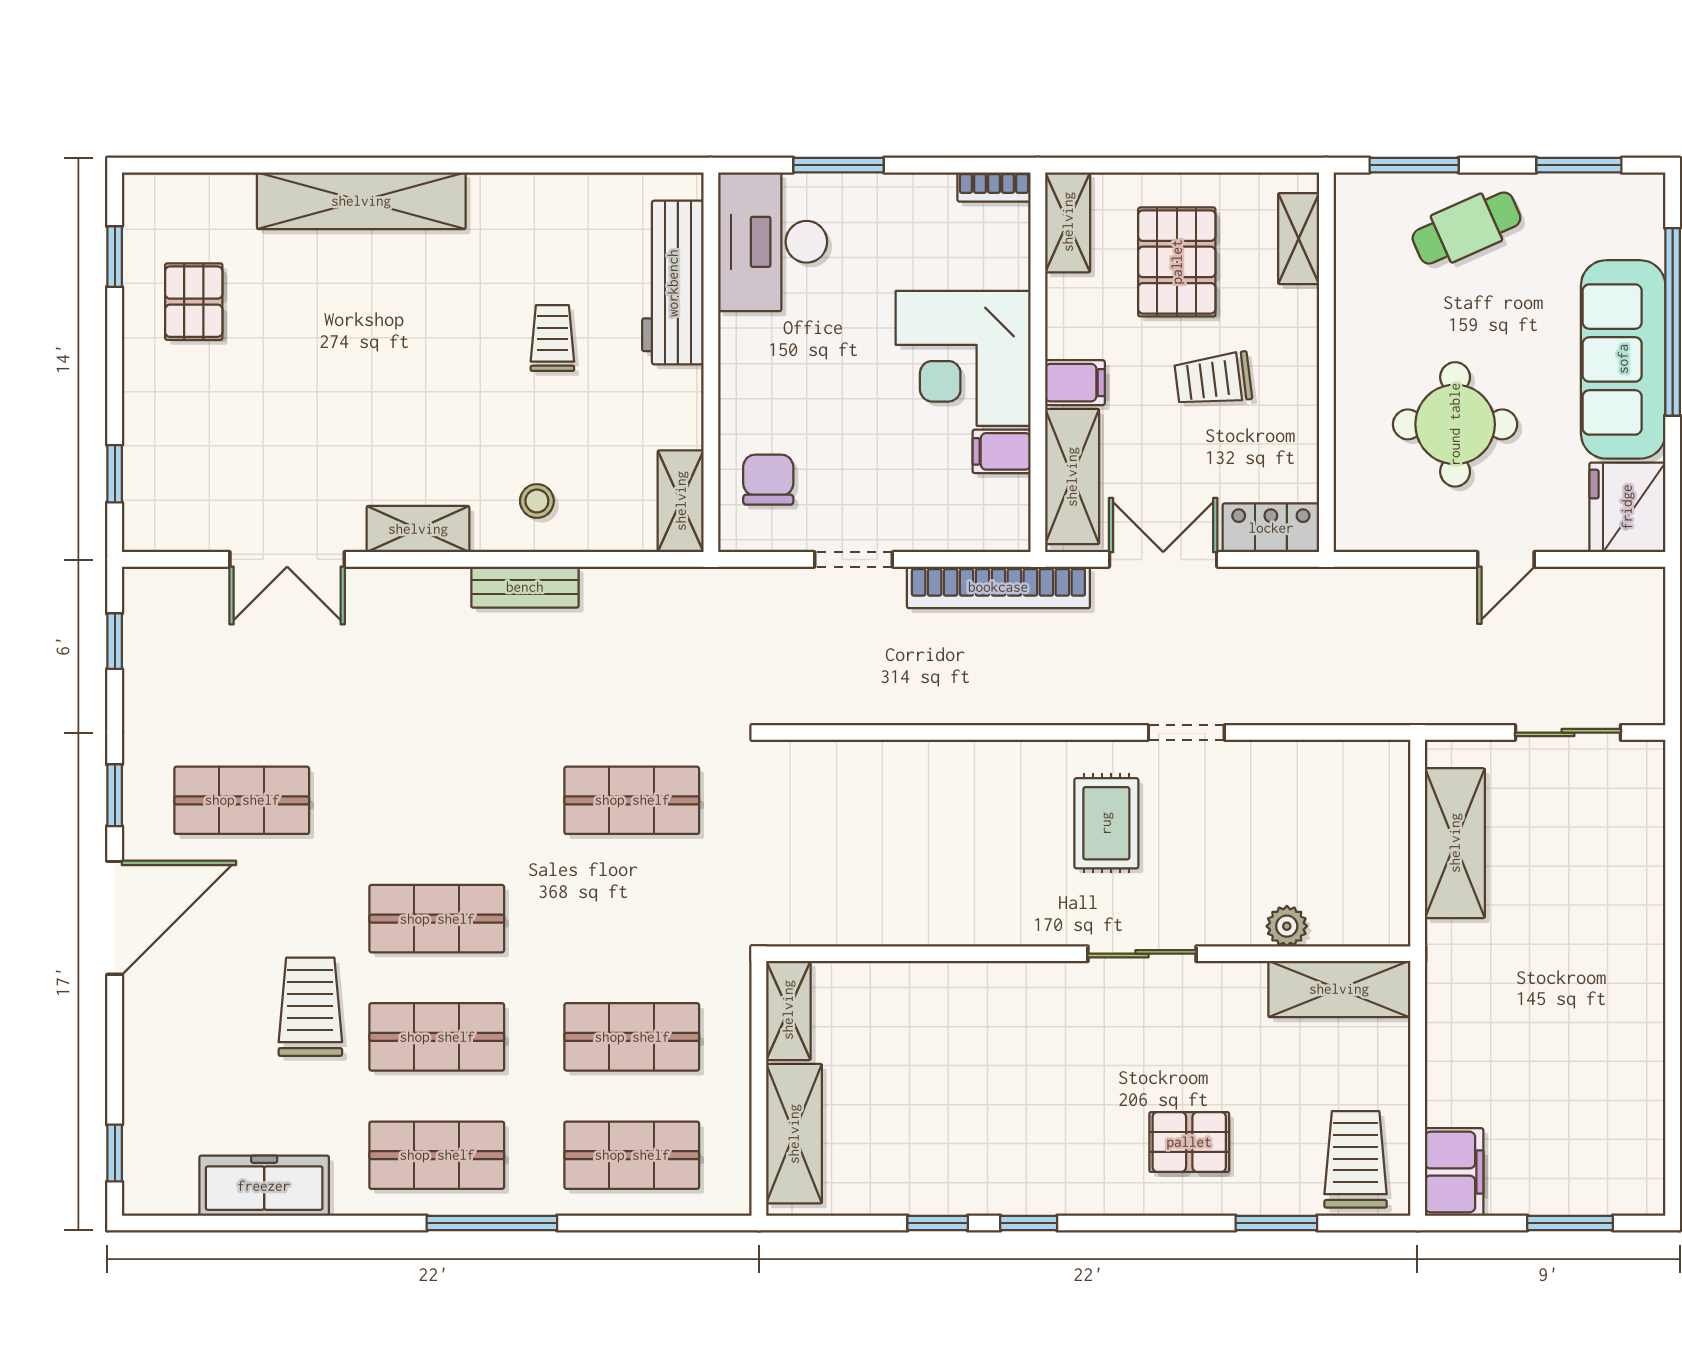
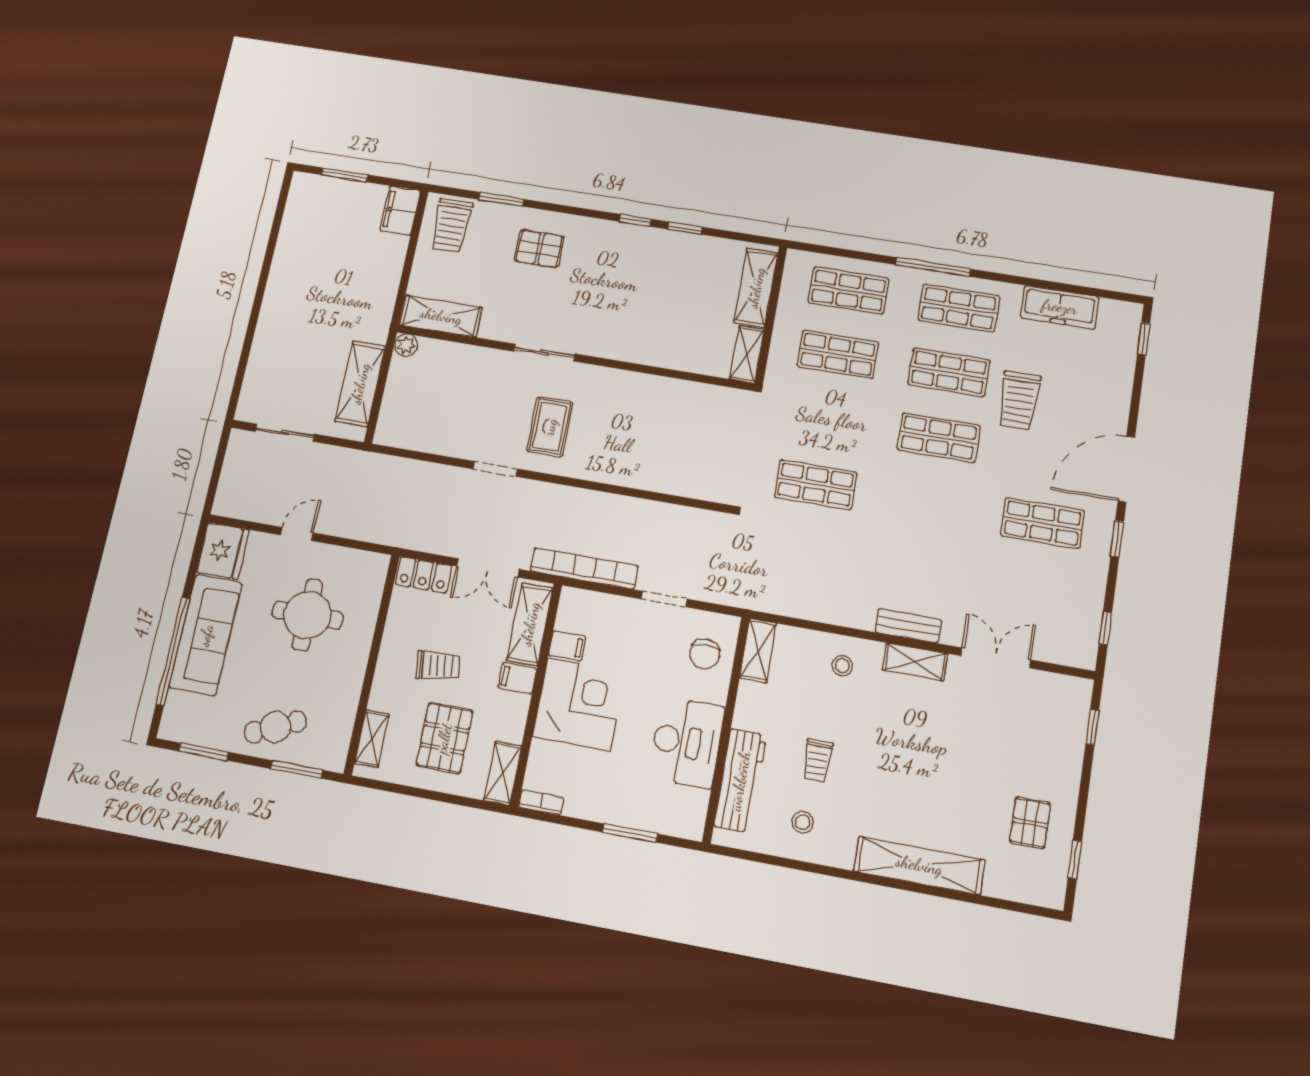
stool: (560, 234) -> (803, 822), added
desk: (773, 242) -> (686, 742), moved
bench: (525, 587) -> (908, 626), moved
plant: (1287, 926) -> (406, 345), moved

